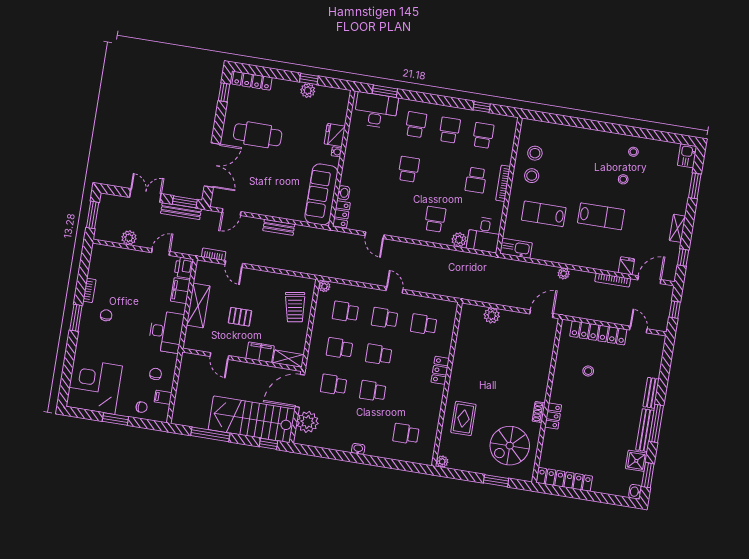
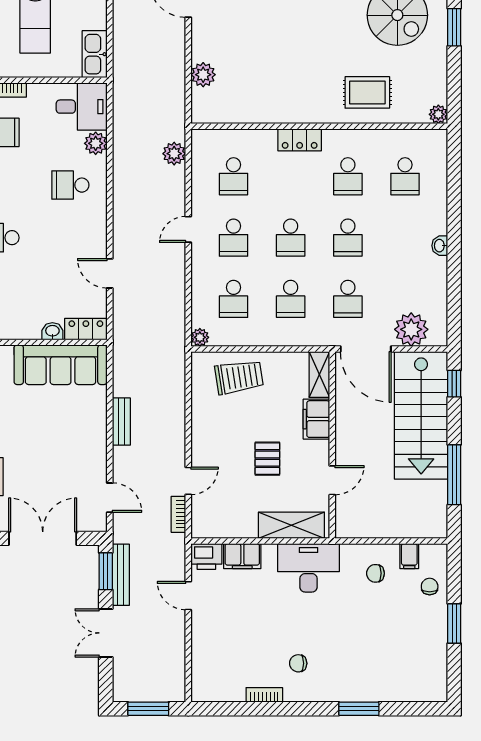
door: (375, 235) -> (110, 273), swing flipped
plant: (129, 238) -> (174, 154), moved
shelving: (198, 306) -> (291, 525), moved
window: (76, 318) -> (359, 709), moved
corner desk: (94, 386) -> (409, 664), removed
school desk: (412, 397) -> (348, 176), added

